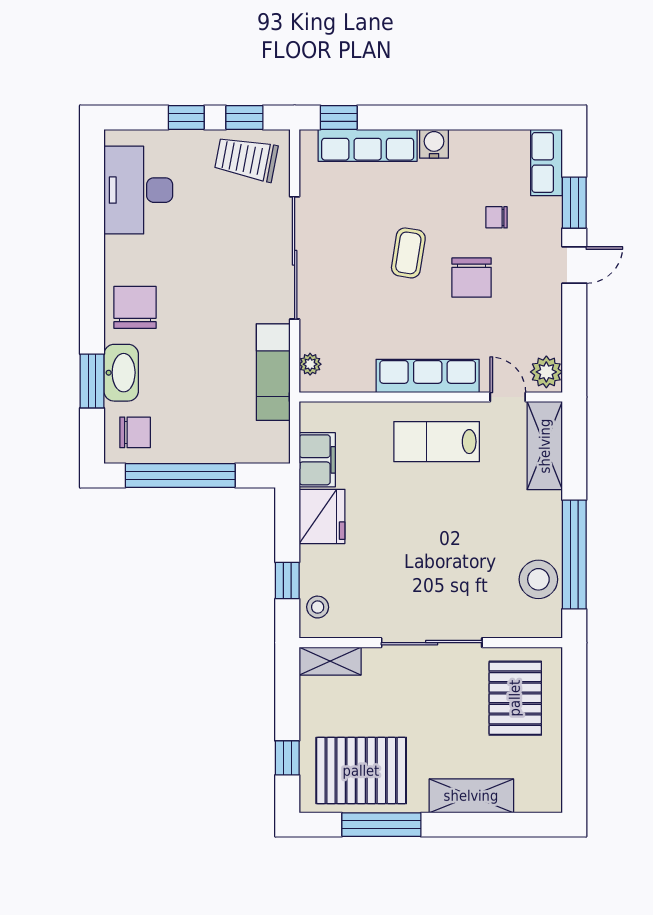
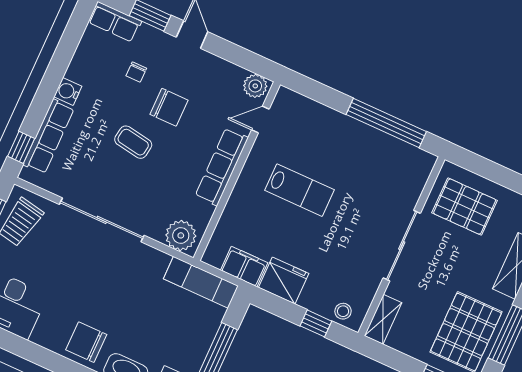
plant: (310, 364) -> (181, 235), width x1.87, depth x1.87
exam couch: (273, 372) -> (201, 282), moved
lab bench: (437, 442) -> (300, 190), moved, turned -90
shelving: (545, 446) -> (304, 109), removed
stool: (538, 579) -> (392, 155), removed

